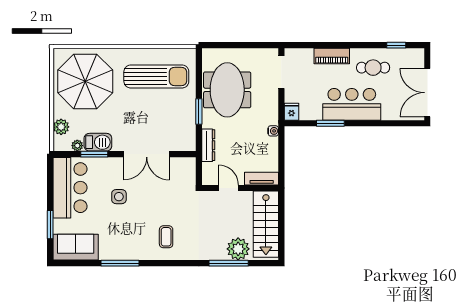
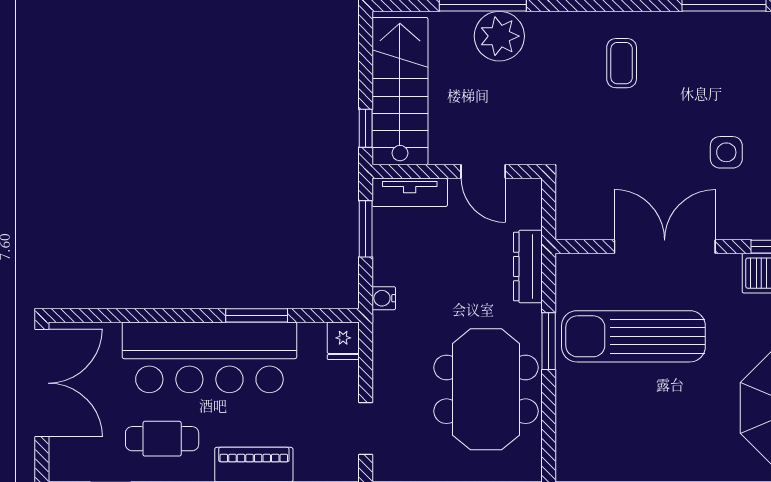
doorway: (281, 72) -> (366, 428), width x0.73
sun lounger: (156, 76) -> (633, 336), moved
bar counter: (352, 104) -> (209, 357), width x1.36
window: (281, 162) -> (366, 229), added
window: (281, 208) -> (366, 128), added
plant: (238, 249) -> (499, 36), moved

